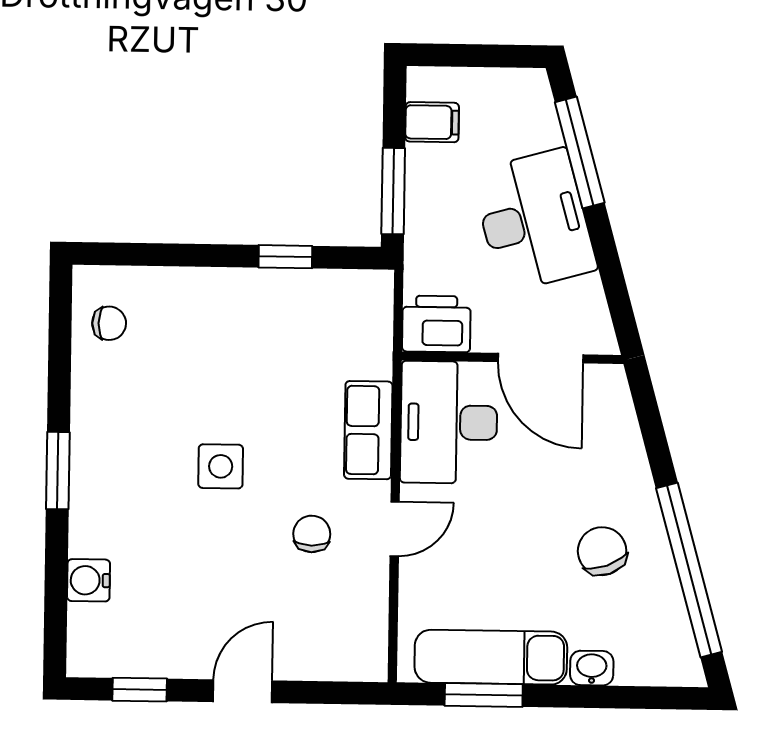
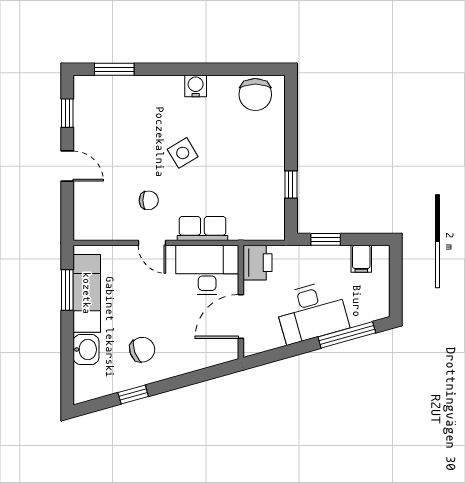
window: (393, 191) -> (326, 239), width x0.67
chair: (109, 323) -> (255, 94), width x1.87, depth x1.87
side table: (221, 466) -> (183, 153), turned -31
window: (58, 471) -> (114, 69), moved
window: (689, 570) -> (133, 395), width x0.32
water cooler: (89, 580) -> (196, 86), moved
washbasin: (592, 668) -> (86, 350), width x1.38, depth x1.45

